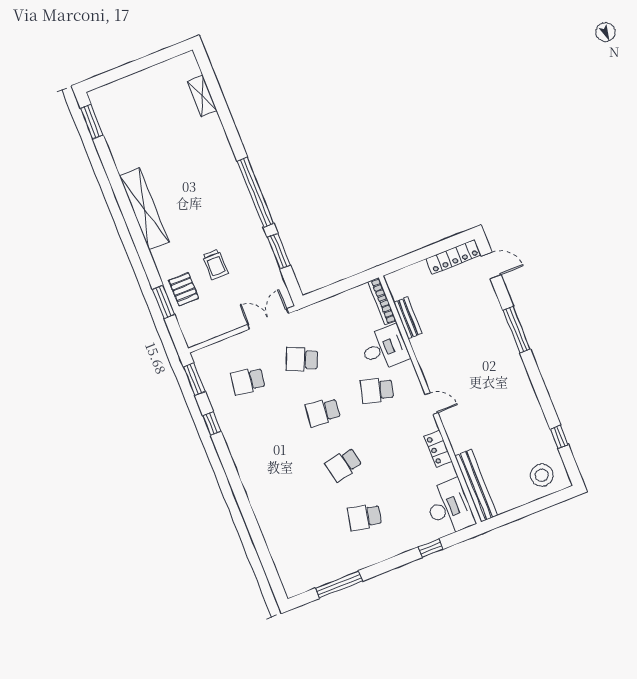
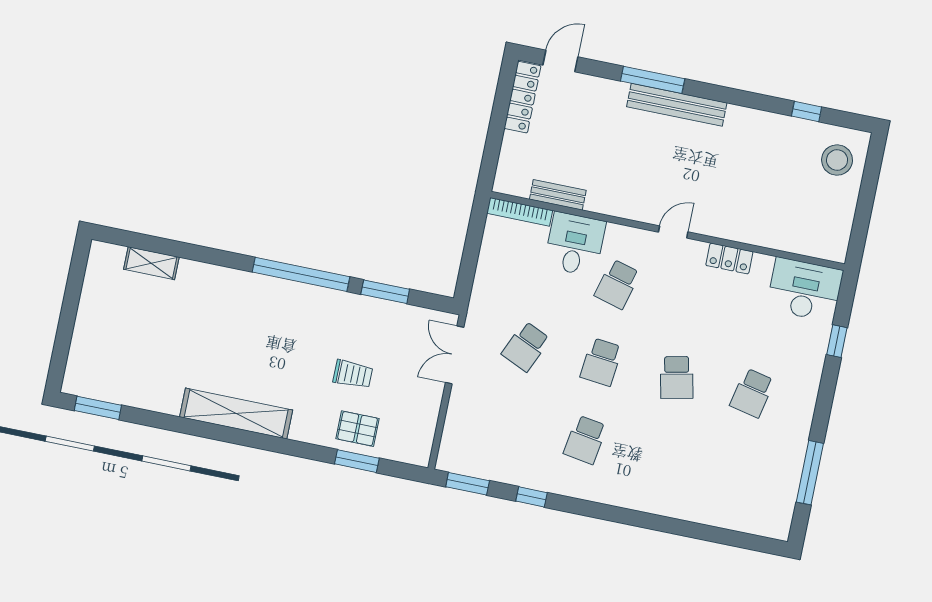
school desk: (248, 381) -> (585, 440), moved
bench: (476, 486) -> (677, 105), moved

